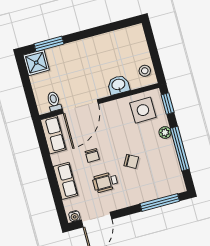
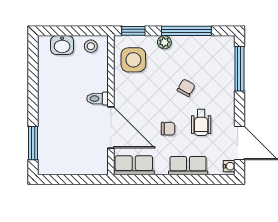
shower: (36, 63) -> (50, 163), removed
washbasin: (118, 85) -> (62, 45), moved, turned -90
toilet: (54, 101) -> (97, 99), moved

